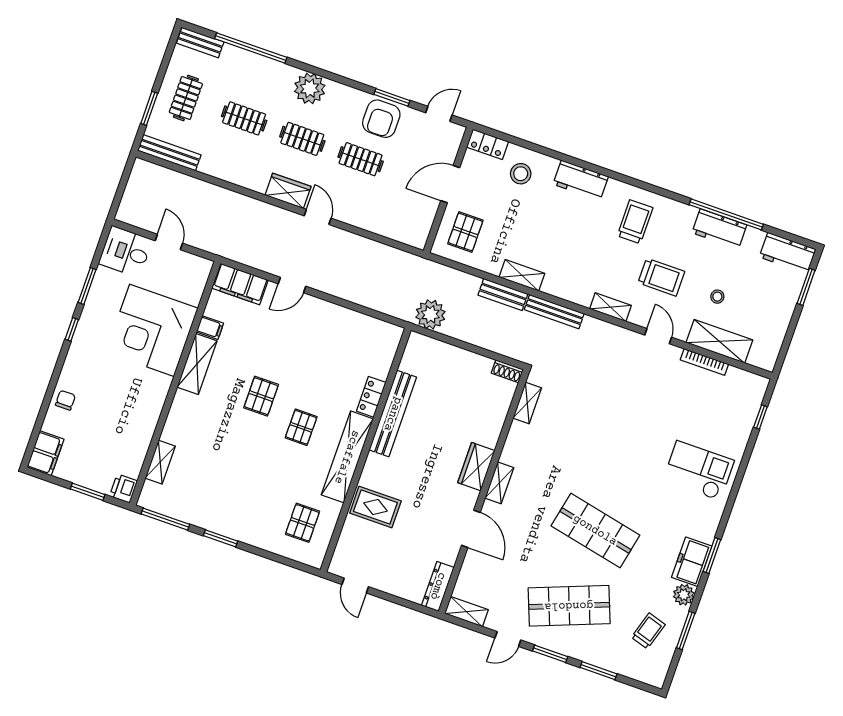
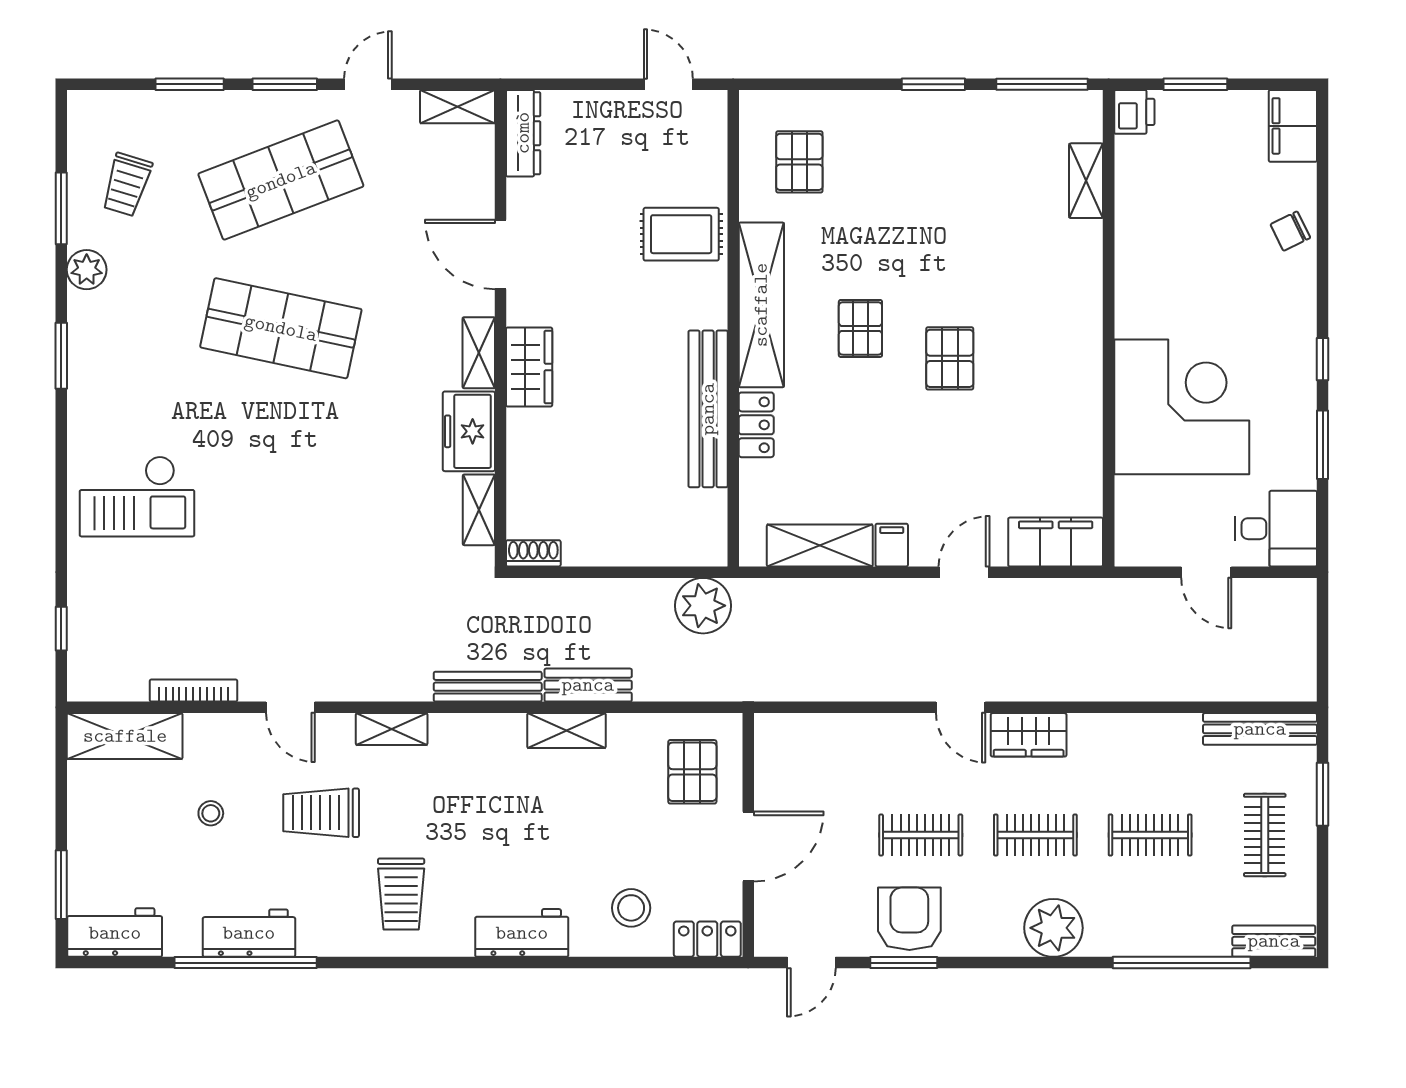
filing cabinet: (210, 328) -> (892, 545), moved, turned 90
shelving: (719, 341) -> (125, 736), moved
shelving: (197, 364) -> (820, 545), moved, turned 90
chair: (65, 400) -> (1290, 231), turned 64
freezer: (692, 562) -> (469, 431), moved, turned 180

